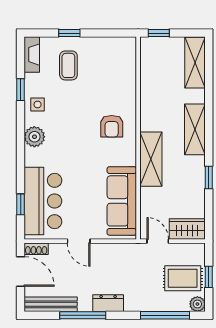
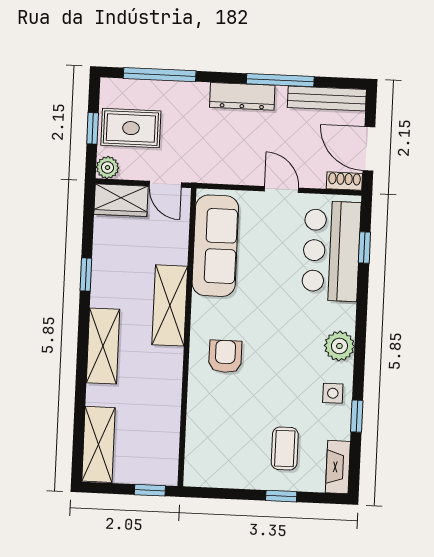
dresser: (108, 303) -> (242, 96), width x1.44
plant: (197, 304) -> (107, 168), moved

